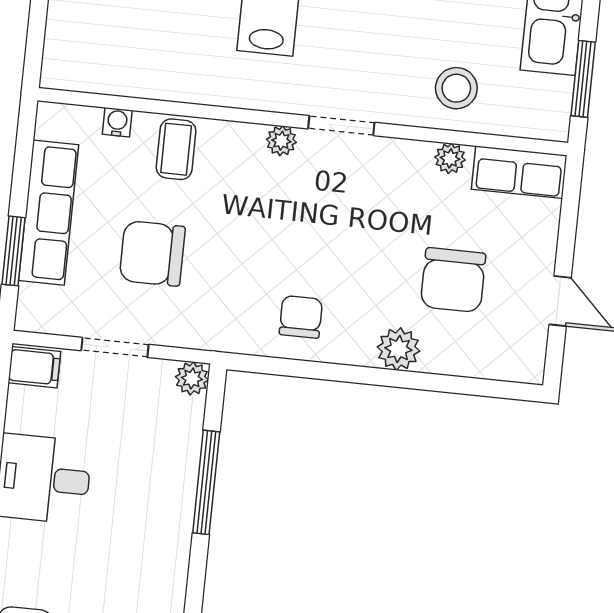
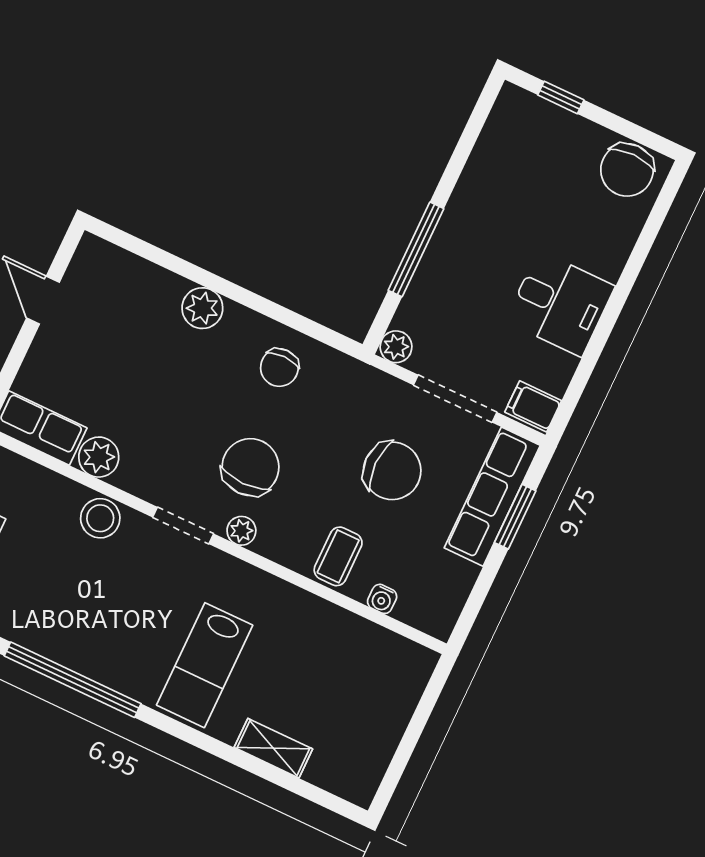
stool: (456, 88) -> (100, 518), moved
plant: (450, 158) -> (99, 457), width x1.38, depth x1.38
row of seats: (49, 213) -> (492, 497), moved
chair: (453, 280) -> (250, 467), moved
doorway: (115, 347) -> (455, 399), width x1.38

